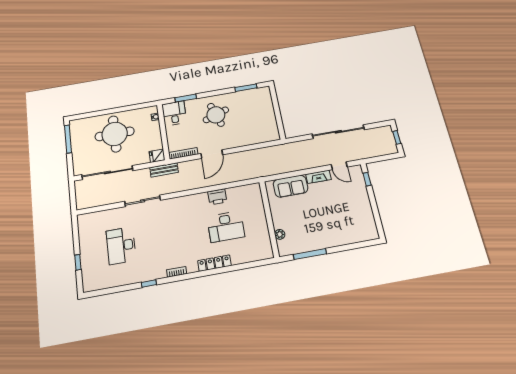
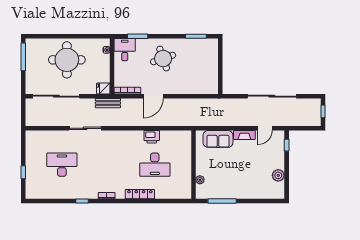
door: (339, 166) -> (265, 128), hinge flipped
plant: (366, 214) -> (278, 175), added
desk: (121, 246) -> (62, 165), turned 90

